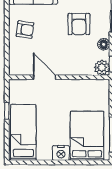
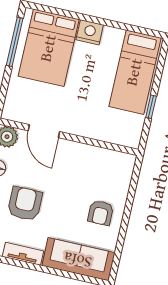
armchair: (25, 30) -> (101, 213), turned -97
door: (44, 77) -> (44, 131), moved

